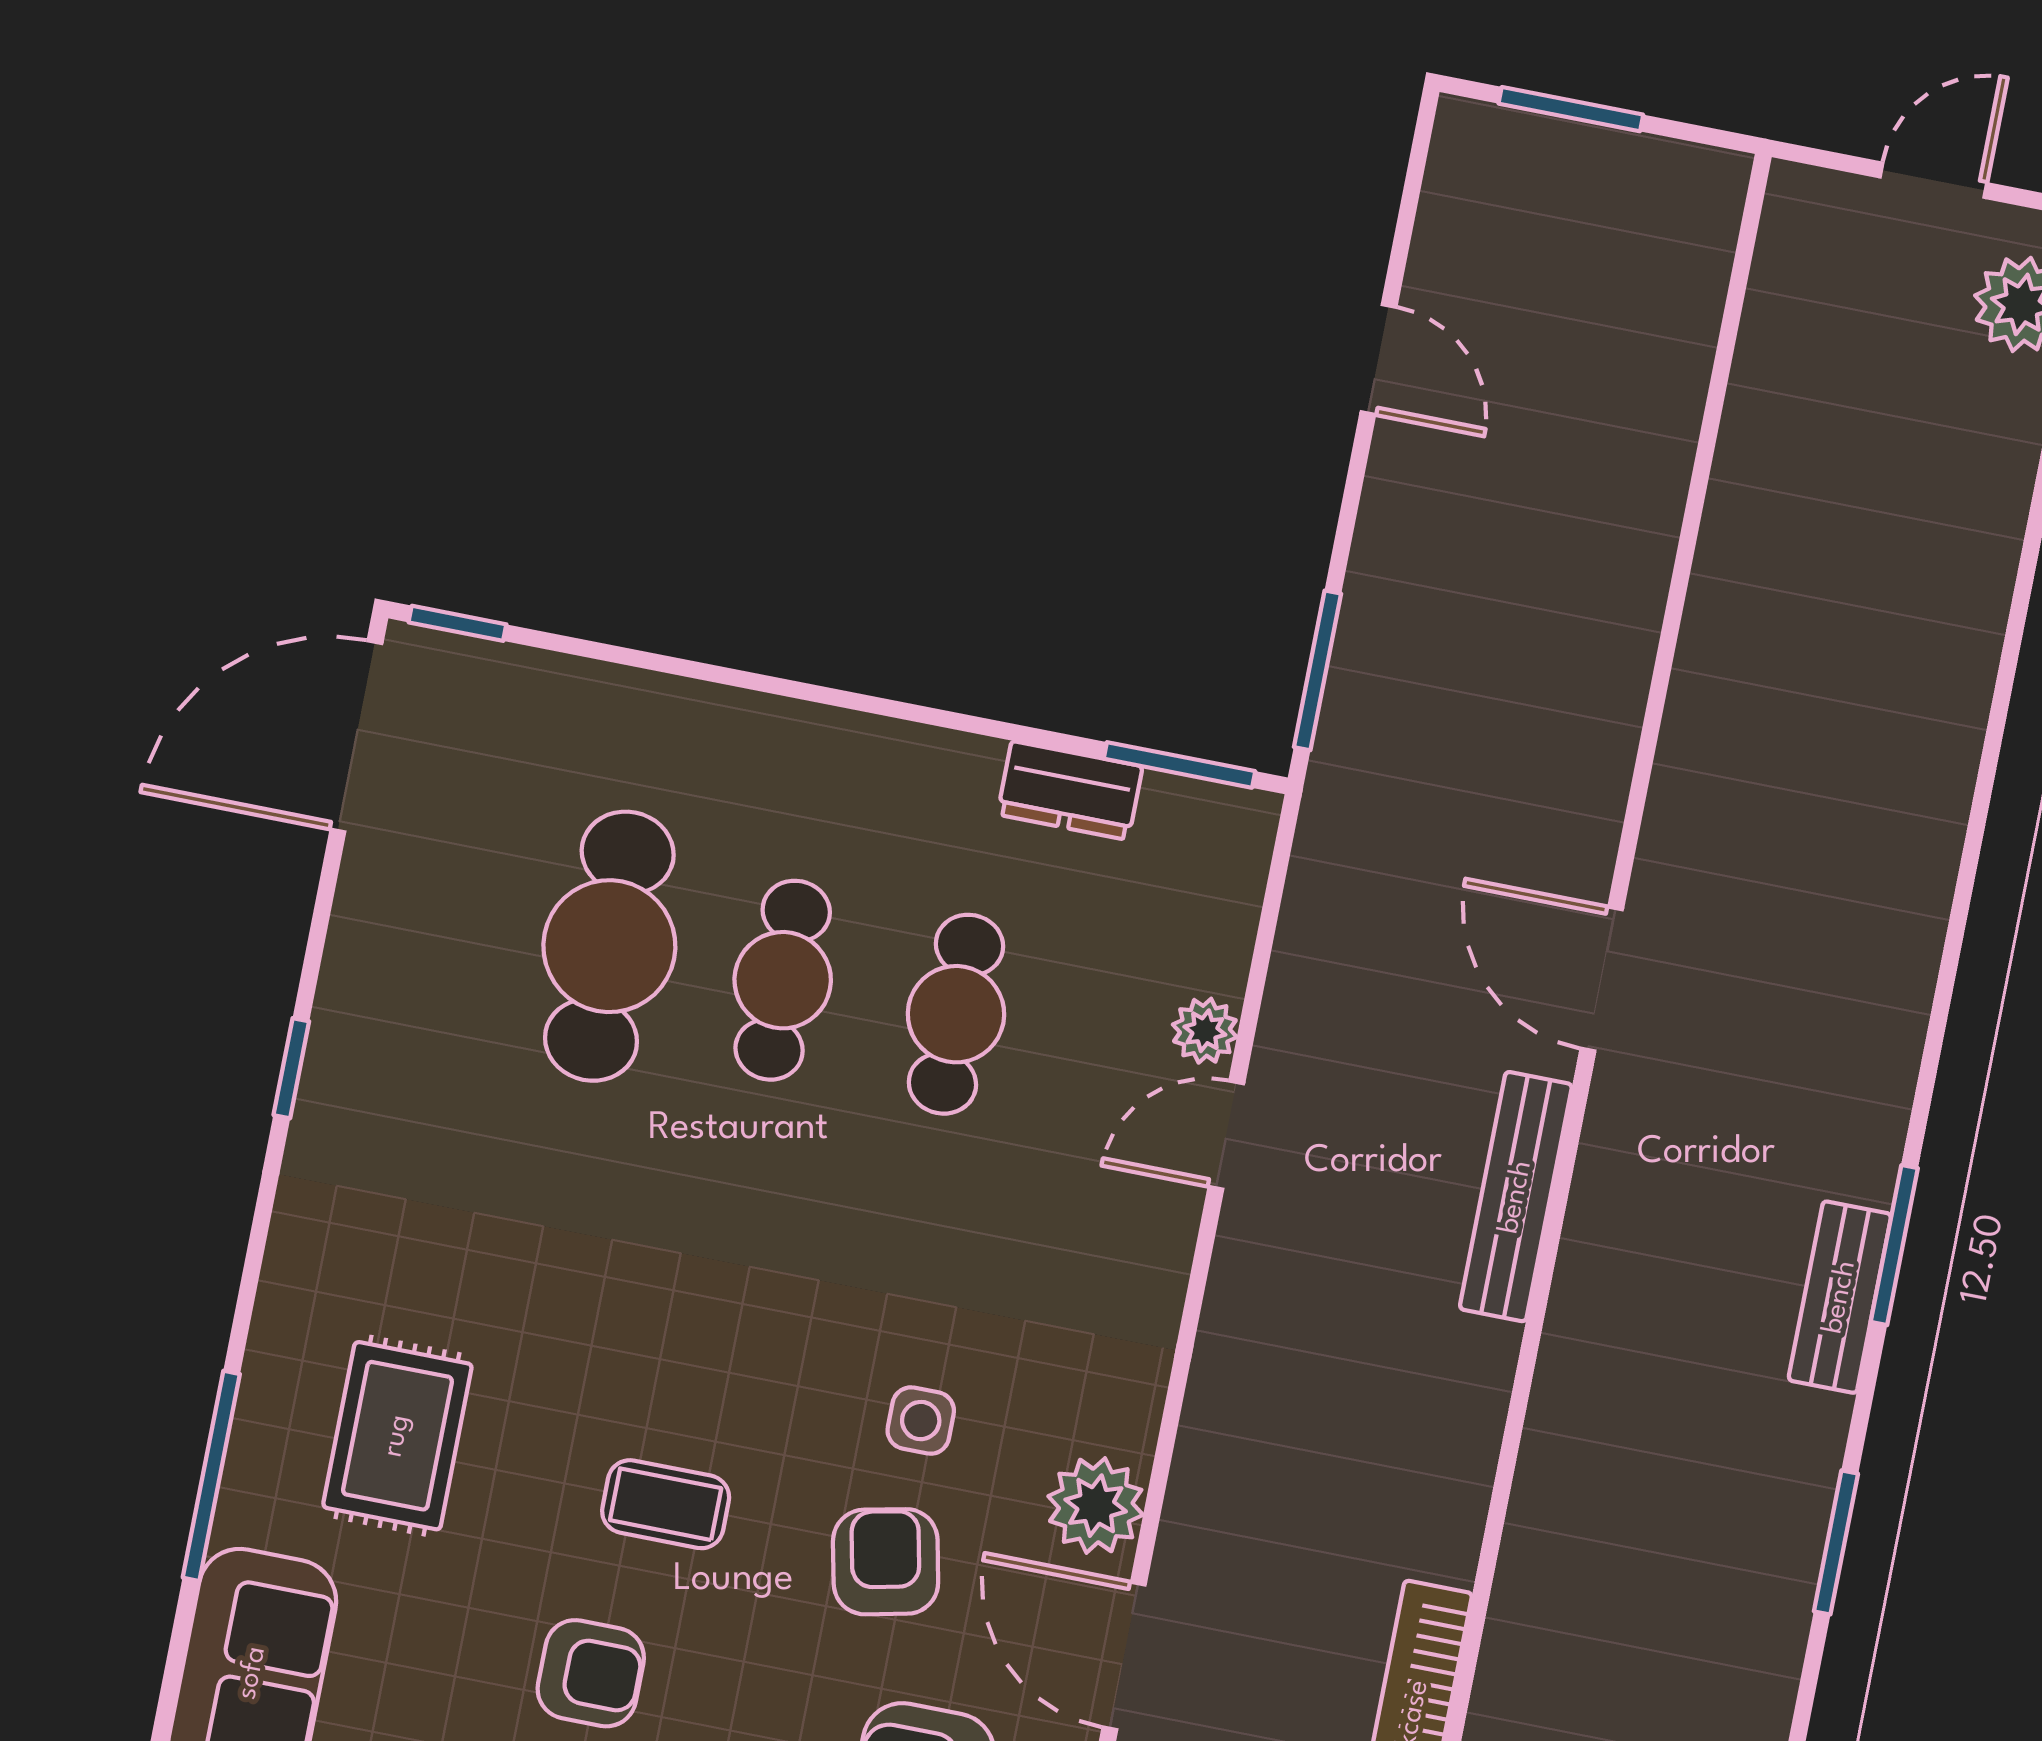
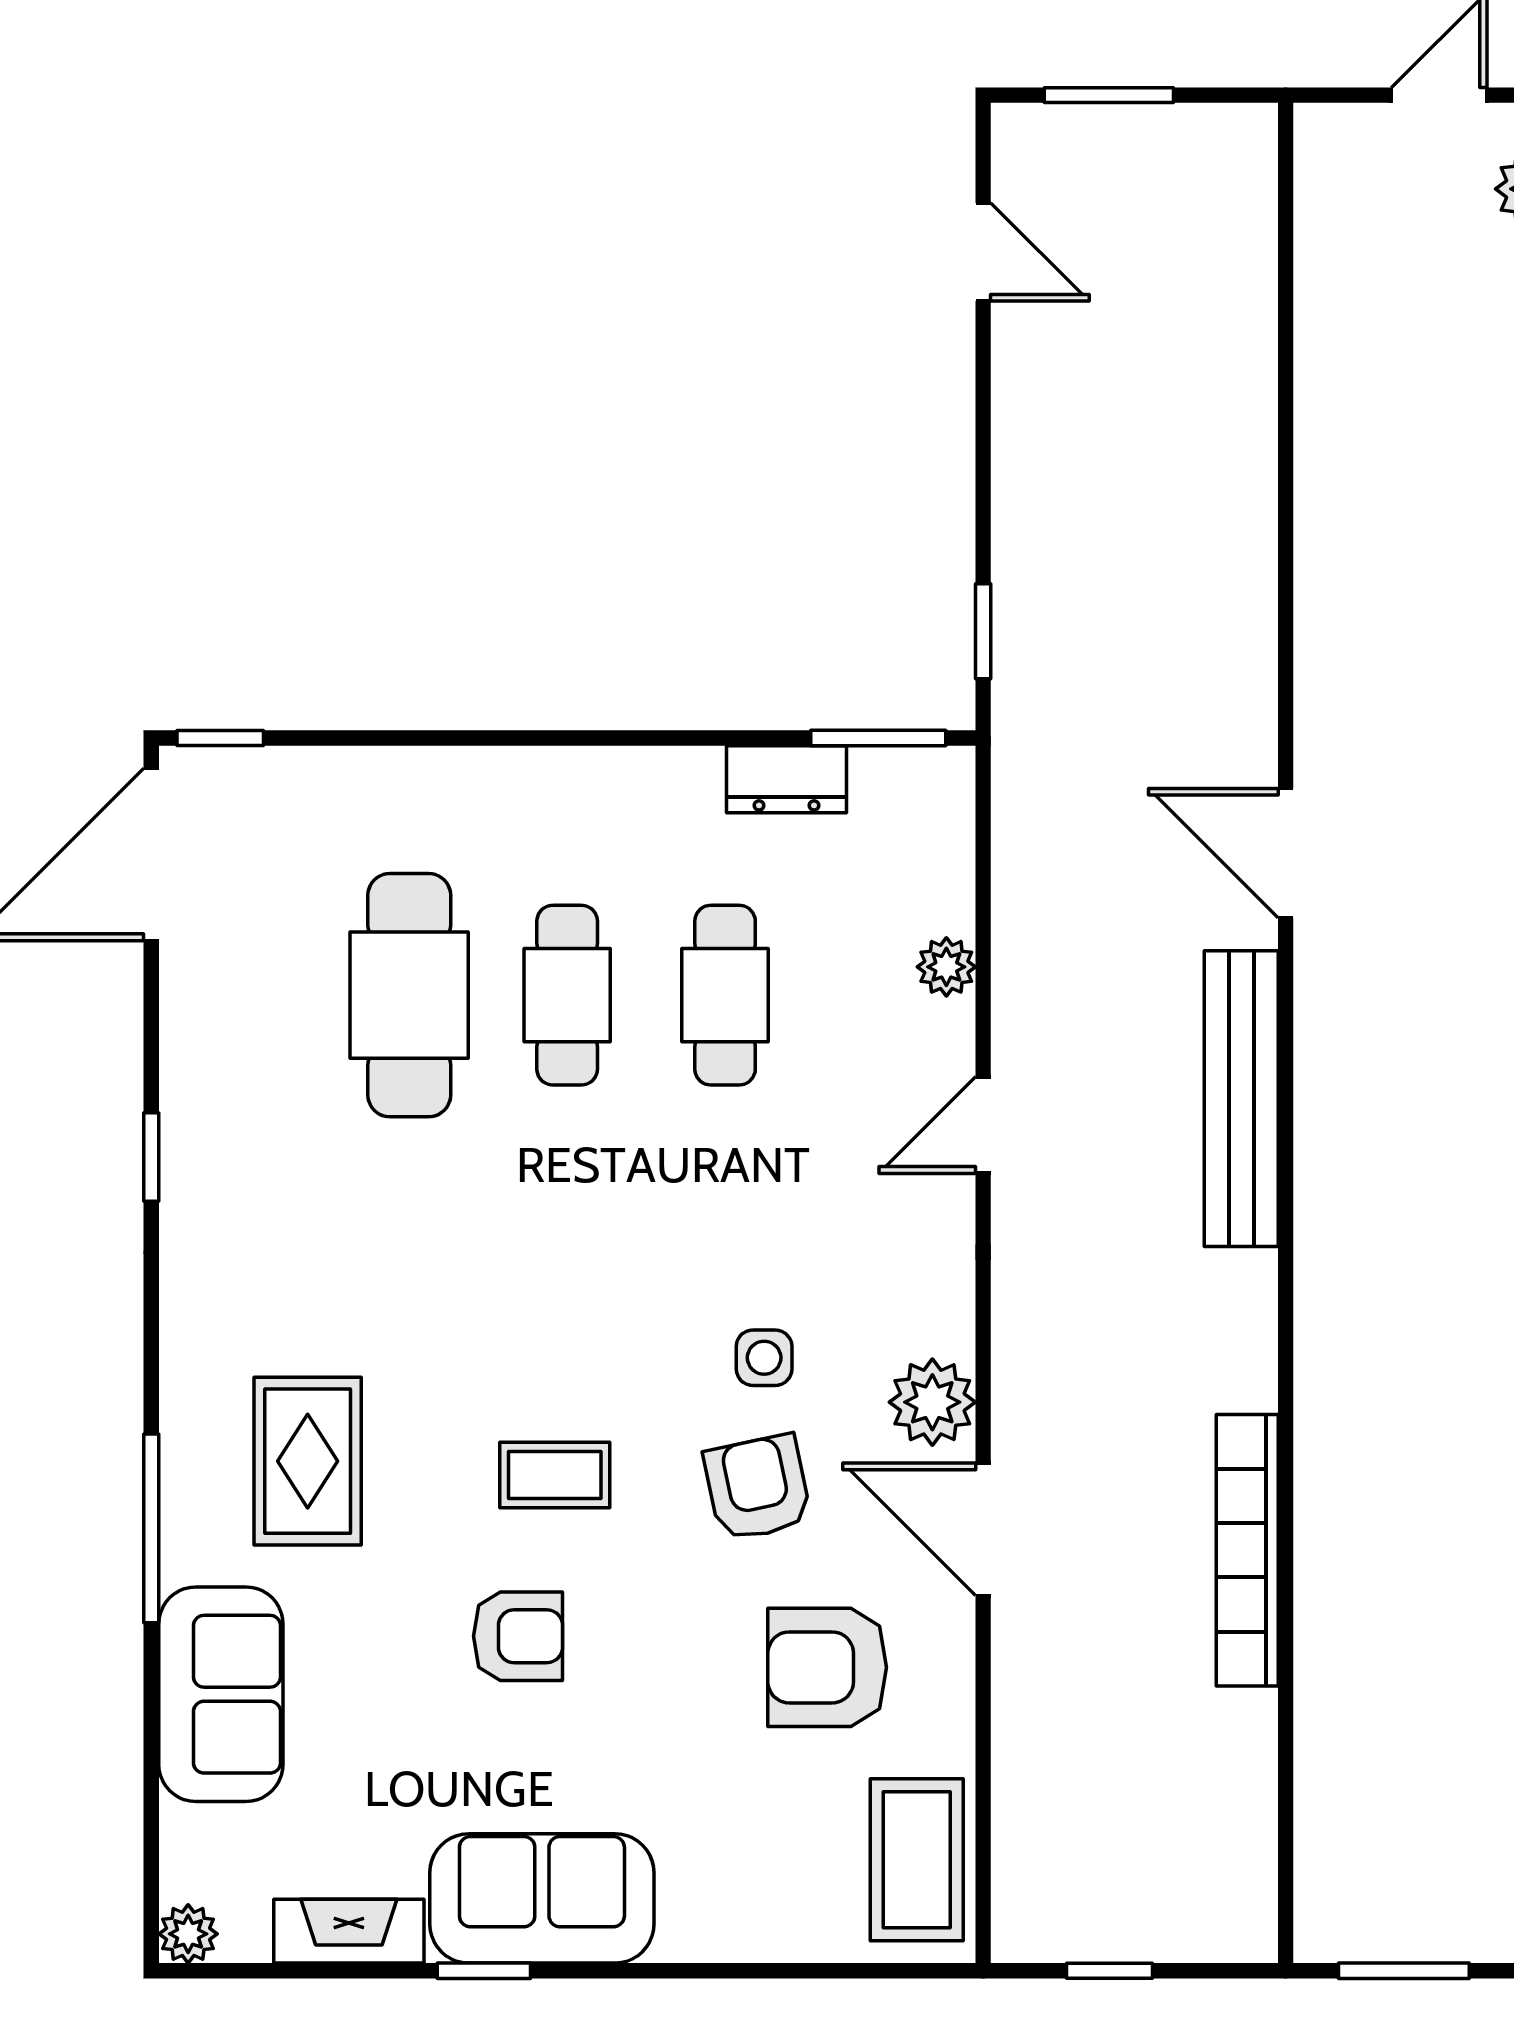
door: (1378, 360) -> (983, 252), moved
window: (1318, 670) -> (983, 631), width x0.67
door: (1226, 1135) -> (983, 1125), moved
bench: (1516, 1197) -> (1241, 1099), width x1.37, depth x1.21

